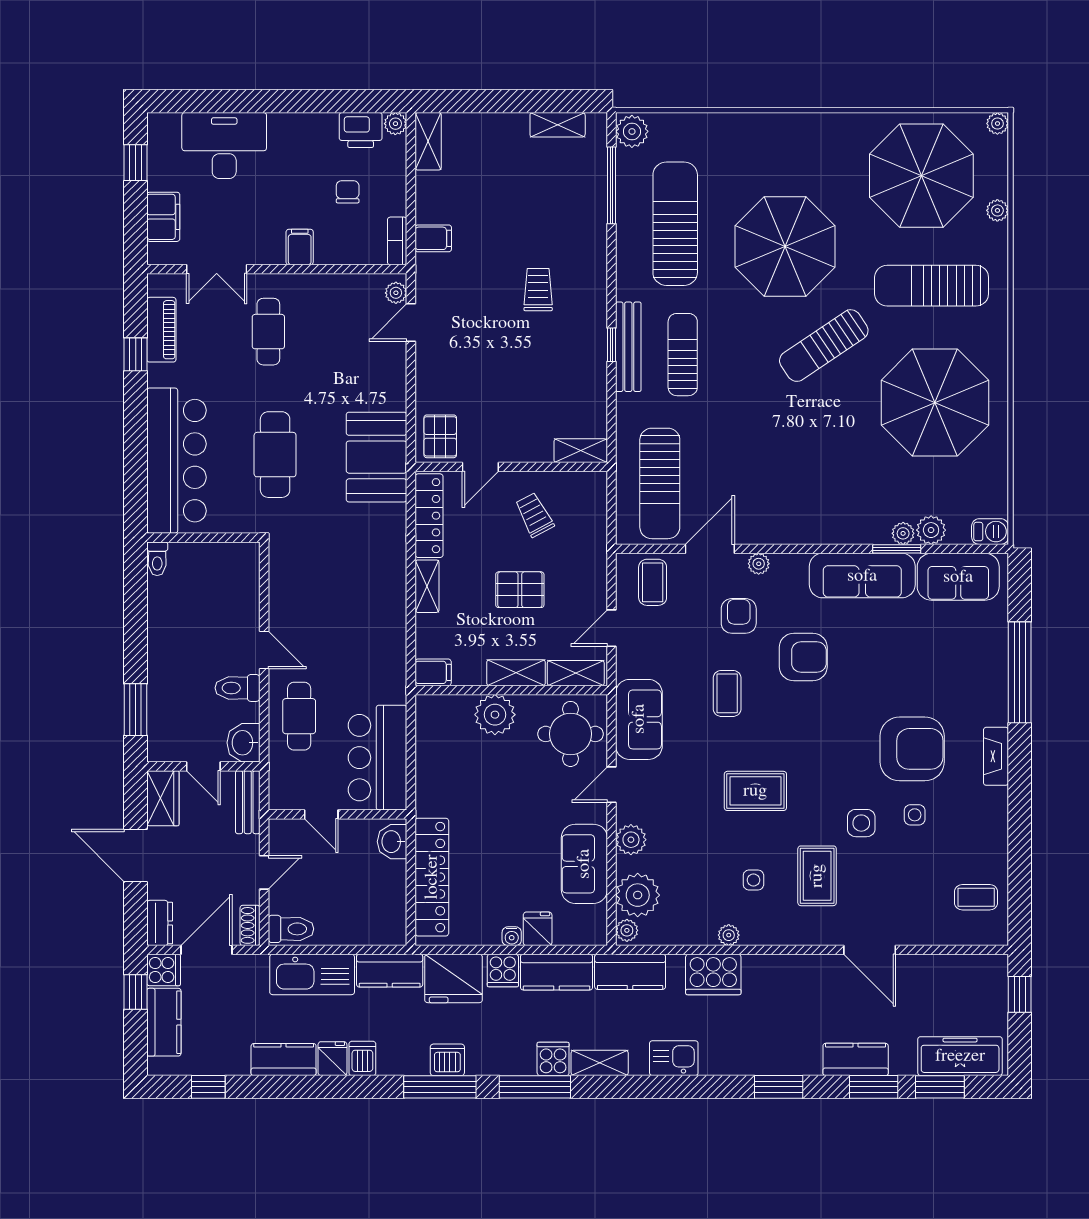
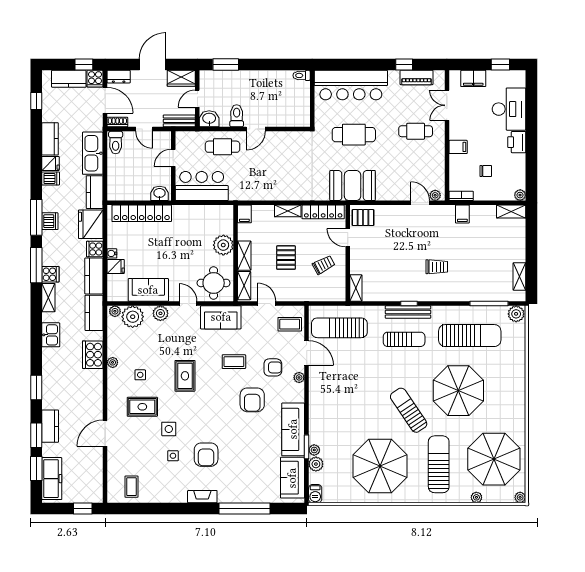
printer: (361, 130) -> (517, 142), moved
armchair: (912, 749) -> (206, 455), width x0.73, depth x0.73

